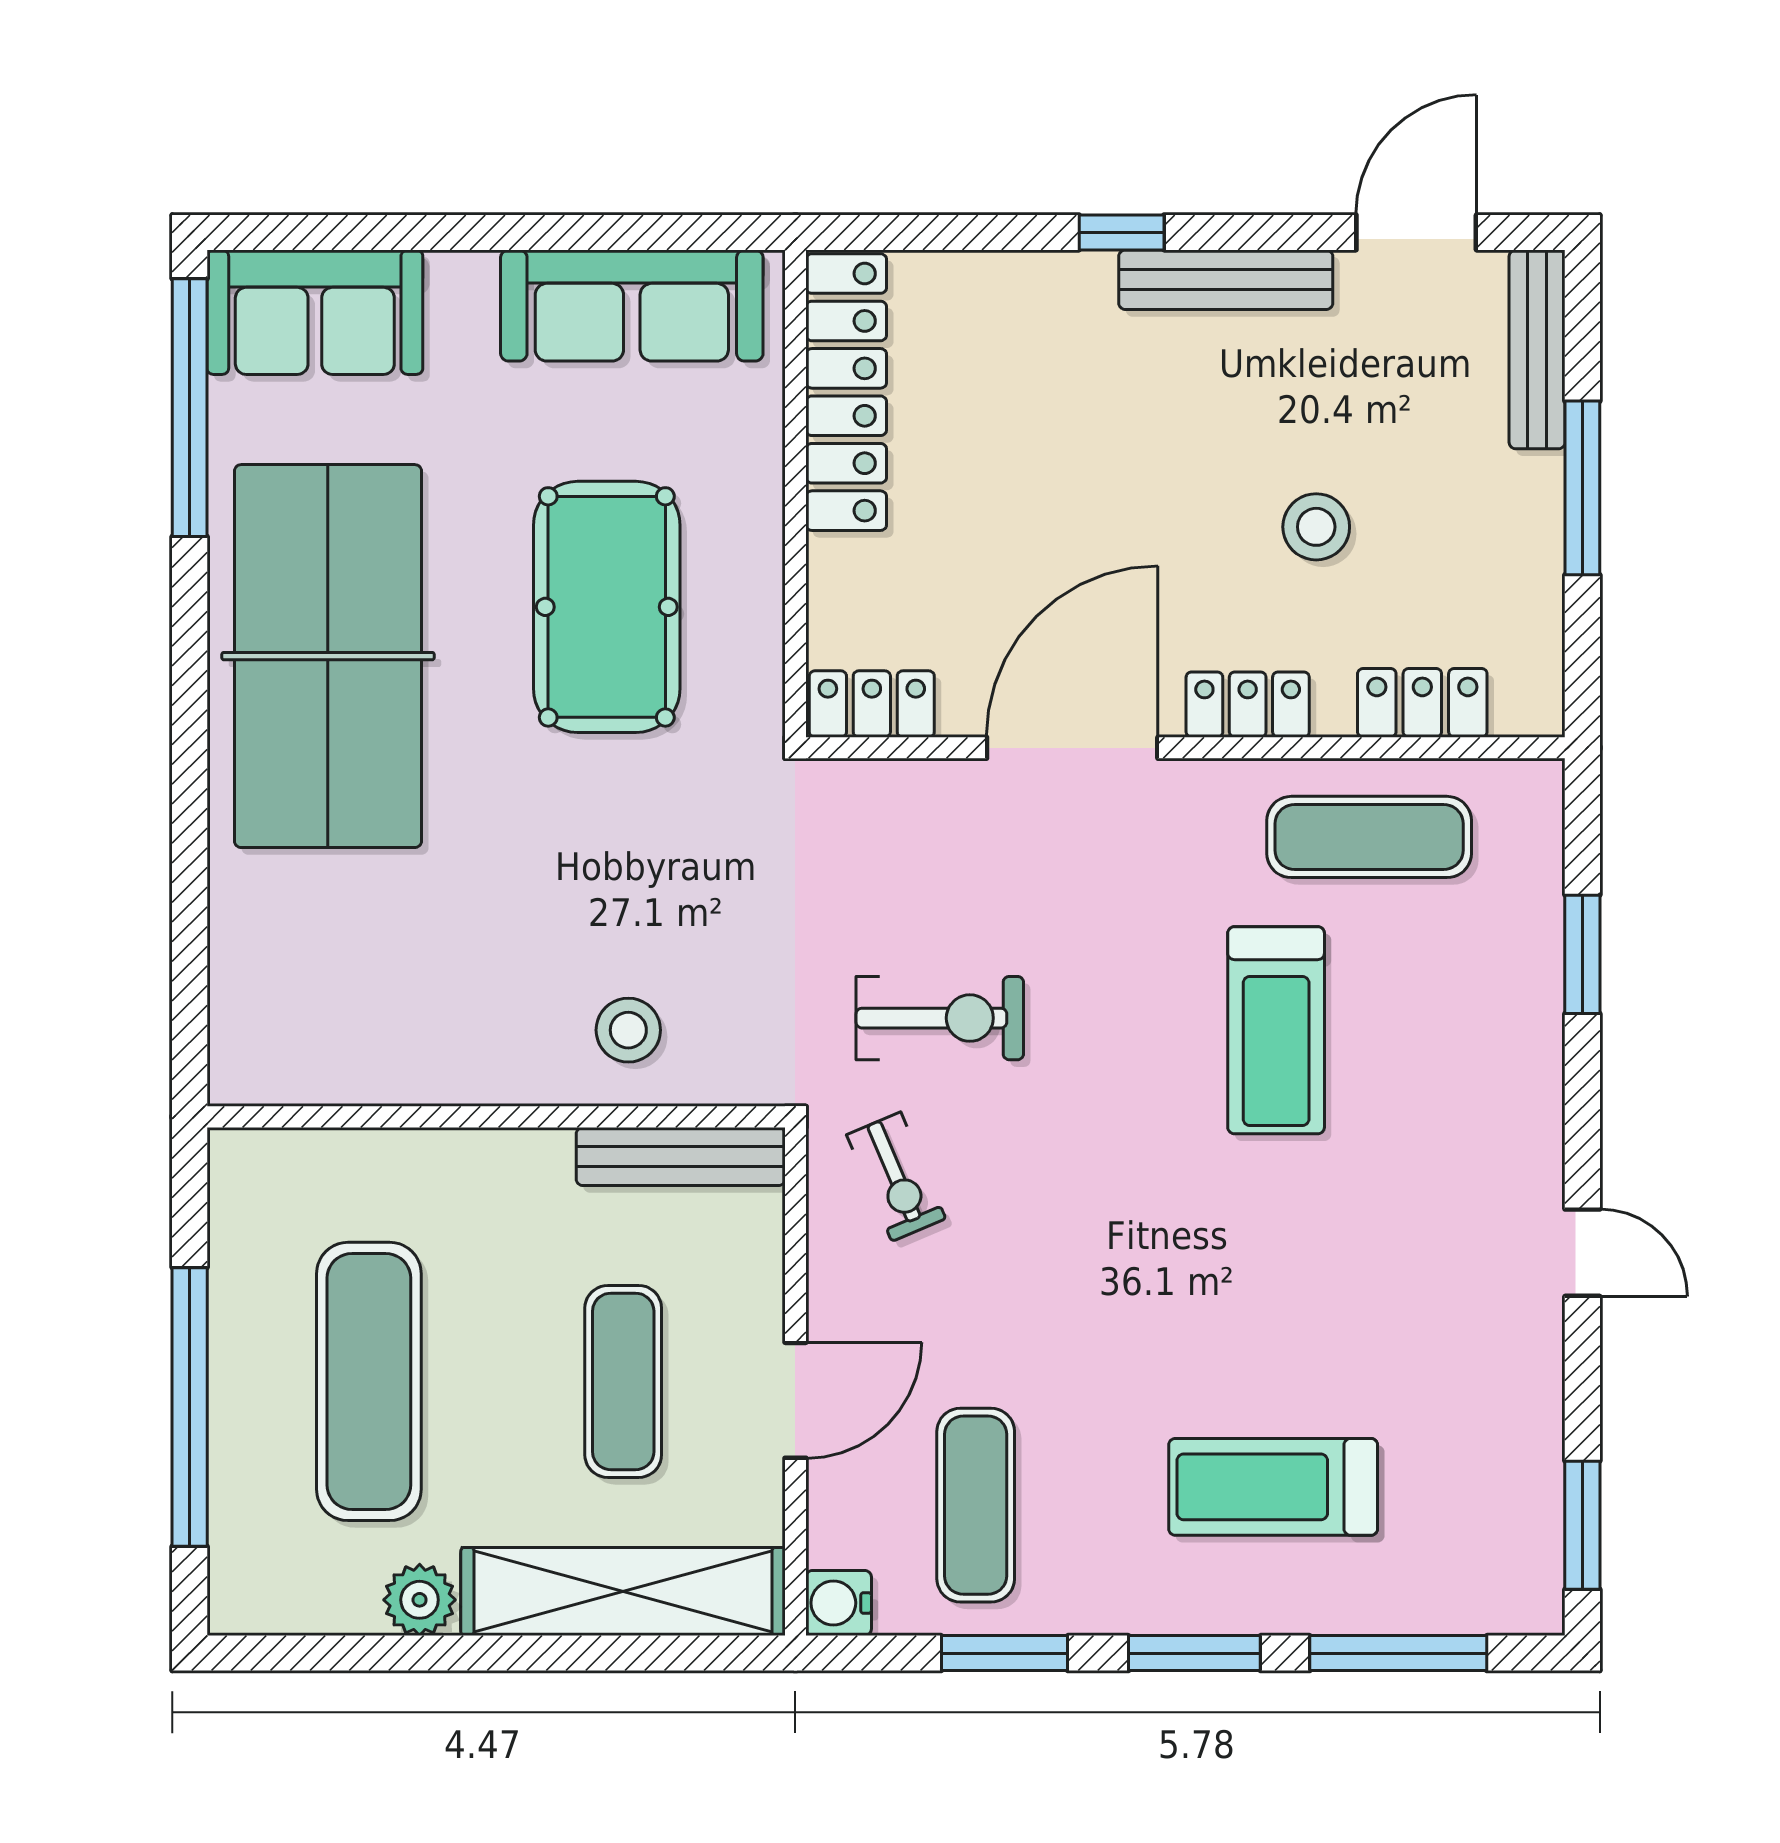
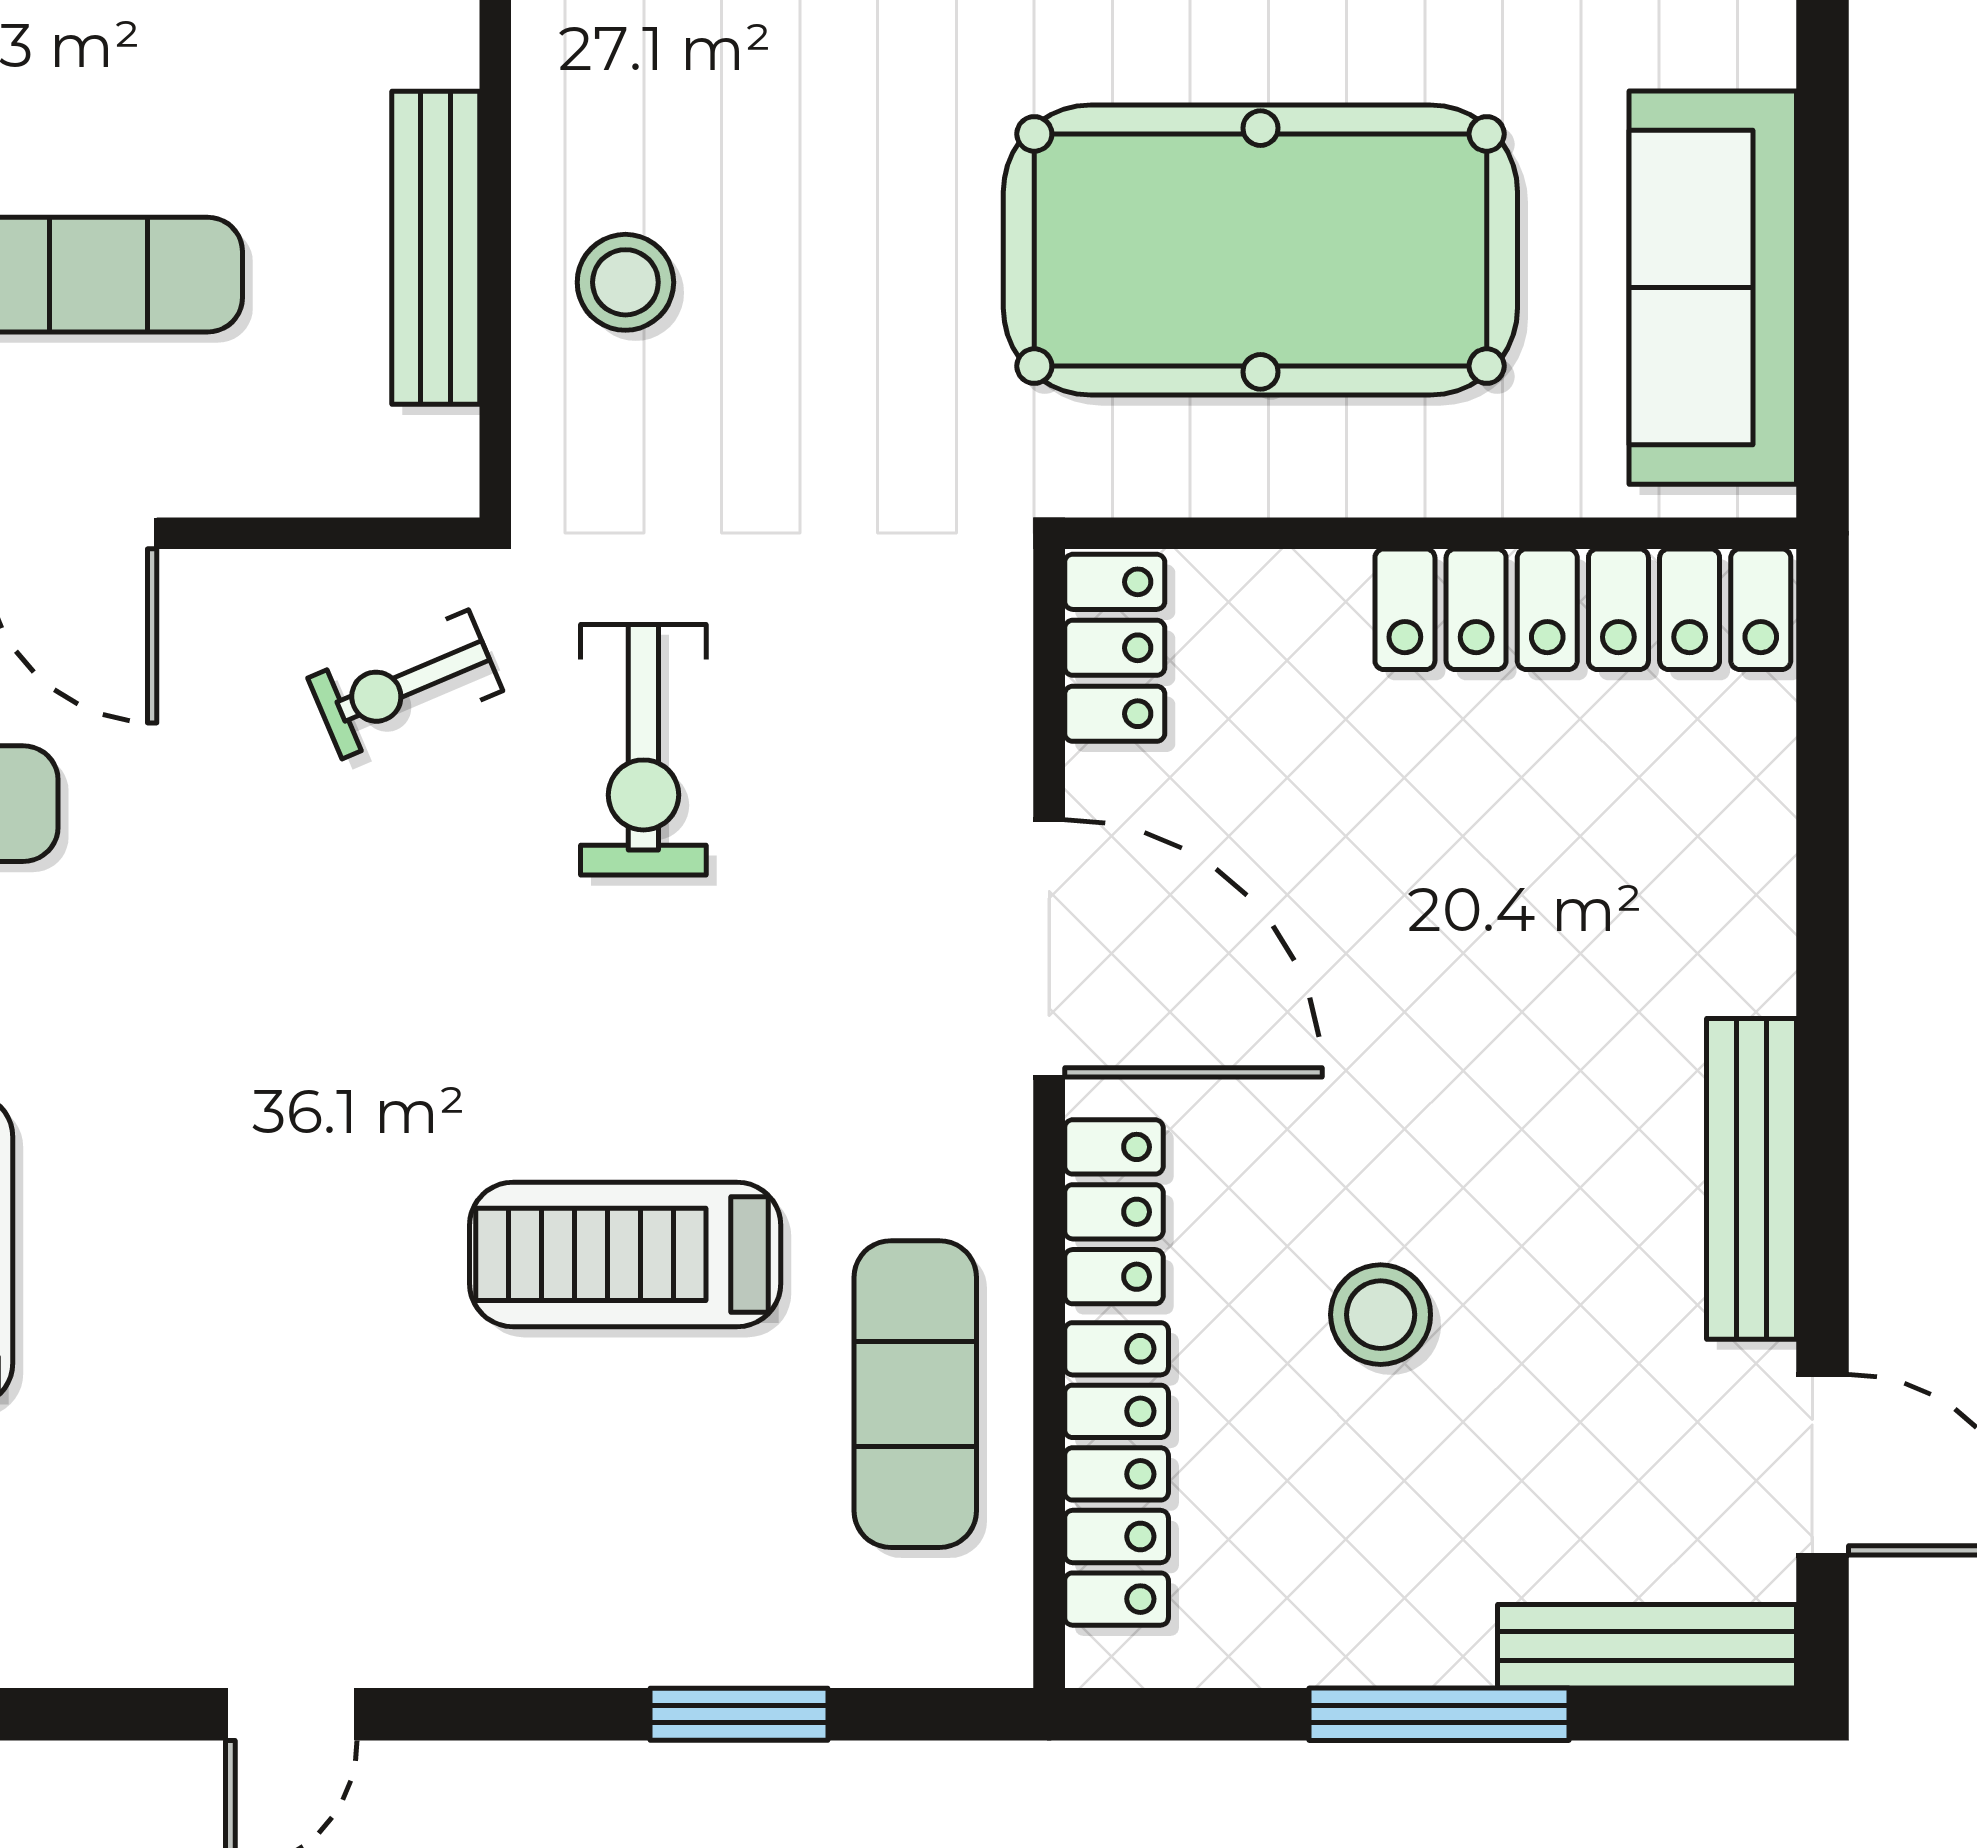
window: (1122, 232) -> (1822, 1023), removed
pool table: (607, 607) -> (1260, 250), width x1.36, depth x1.32
locker: (1422, 703) -> (1117, 1474), width x1.53
bench: (681, 1157) -> (436, 248), moved

